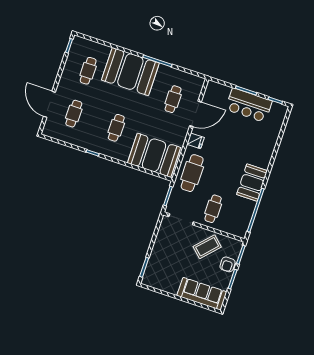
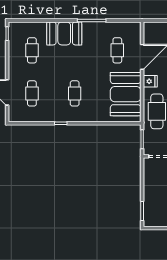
booth: (130, 72) -> (64, 33), width x0.73, depth x0.70
booth: (154, 155) -> (126, 94), moved, turned 90

